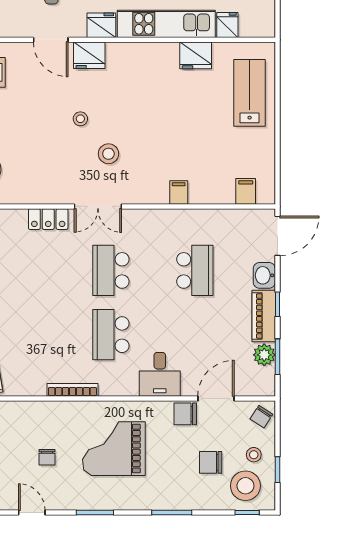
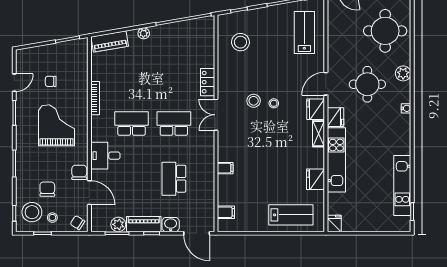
fridge: (227, 25) -> (334, 223), moved, turned -90
shelving: (126, 51) -> (319, 134), added
stool: (108, 154) -> (254, 101), moved
school desk: (195, 270) -> (174, 179), turned 90
door: (32, 513) -> (14, 83), moved

